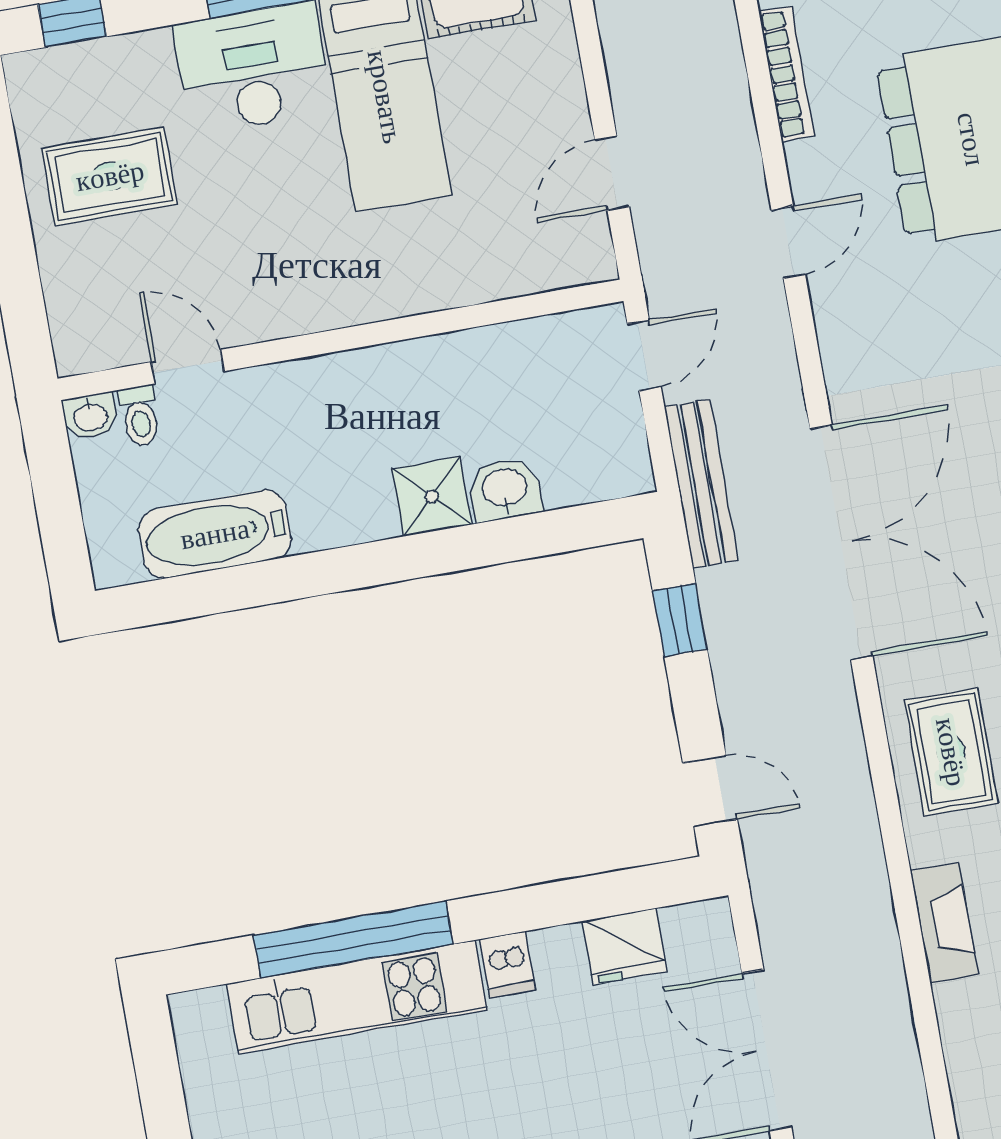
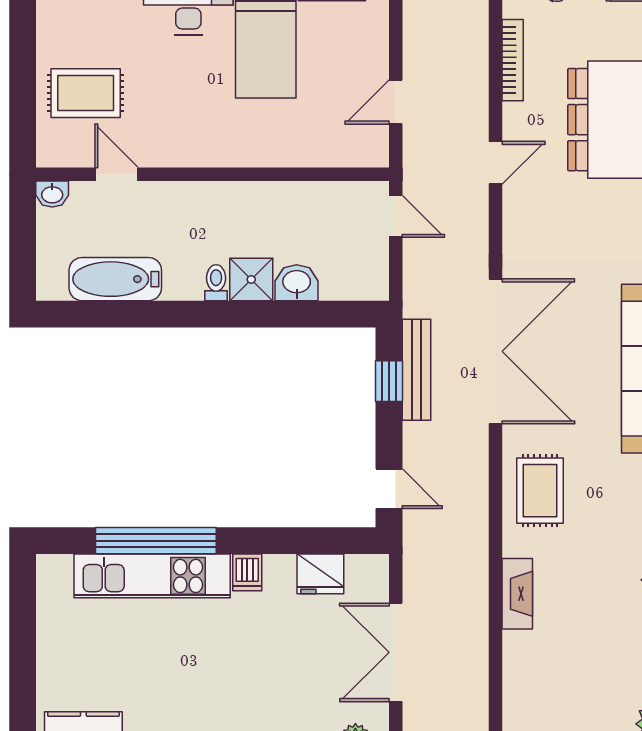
rug: (110, 176) -> (86, 93), moved
door: (644, 355) -> (396, 216), hinge flipped
toilet: (140, 416) -> (216, 283), moved, turned 180
bench: (701, 484) -> (417, 370), moved

